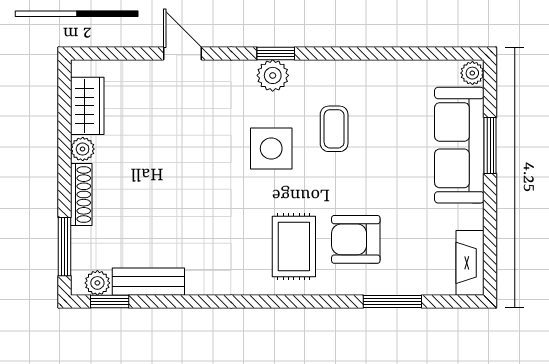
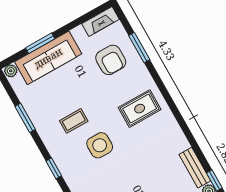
window: (383, 53) -> (25, 118), added
plant: (273, 75) -> (65, 164), removed
armchair: (356, 239) -> (111, 60), moved

